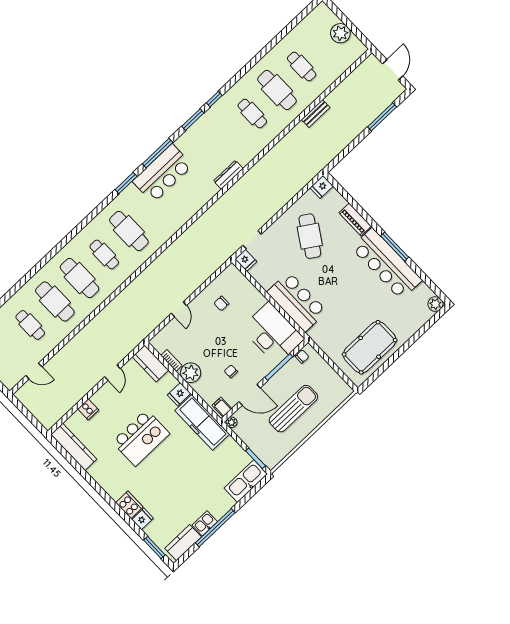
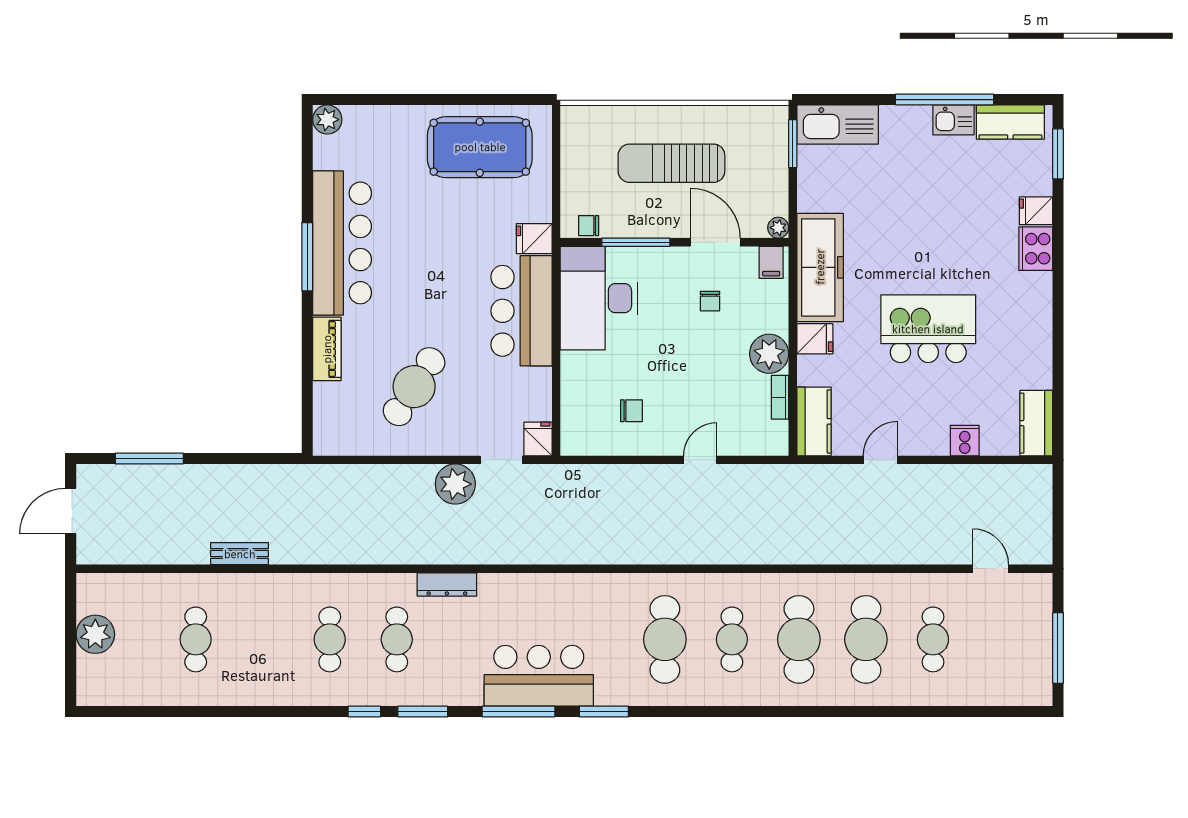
cafe table: (277, 90) -> (397, 639), moved, width x0.73, depth x0.74
fridge: (322, 187) -> (534, 239), moved, turned 180
plant: (261, 215) -> (455, 484), added
kitchen counter: (74, 447) -> (1036, 423), width x0.67

